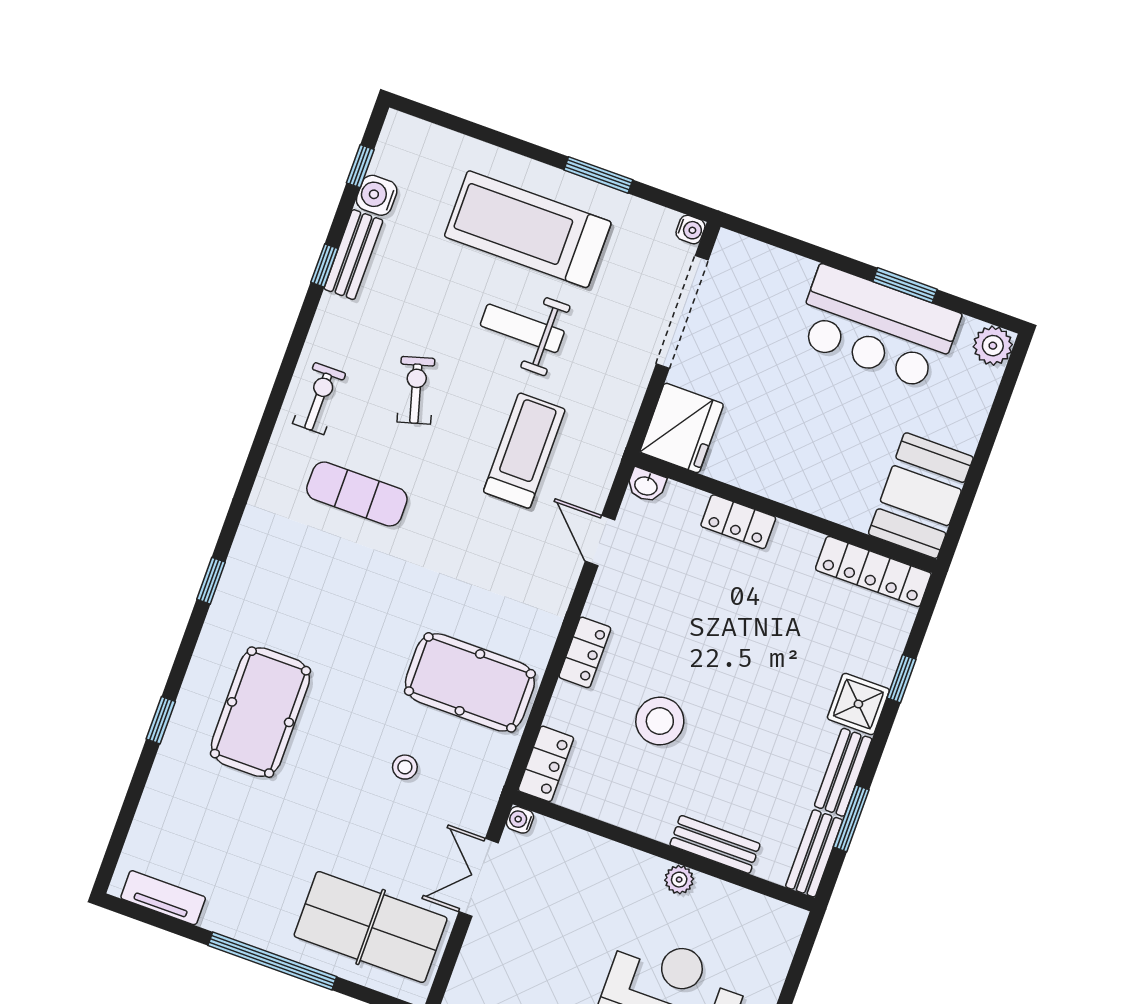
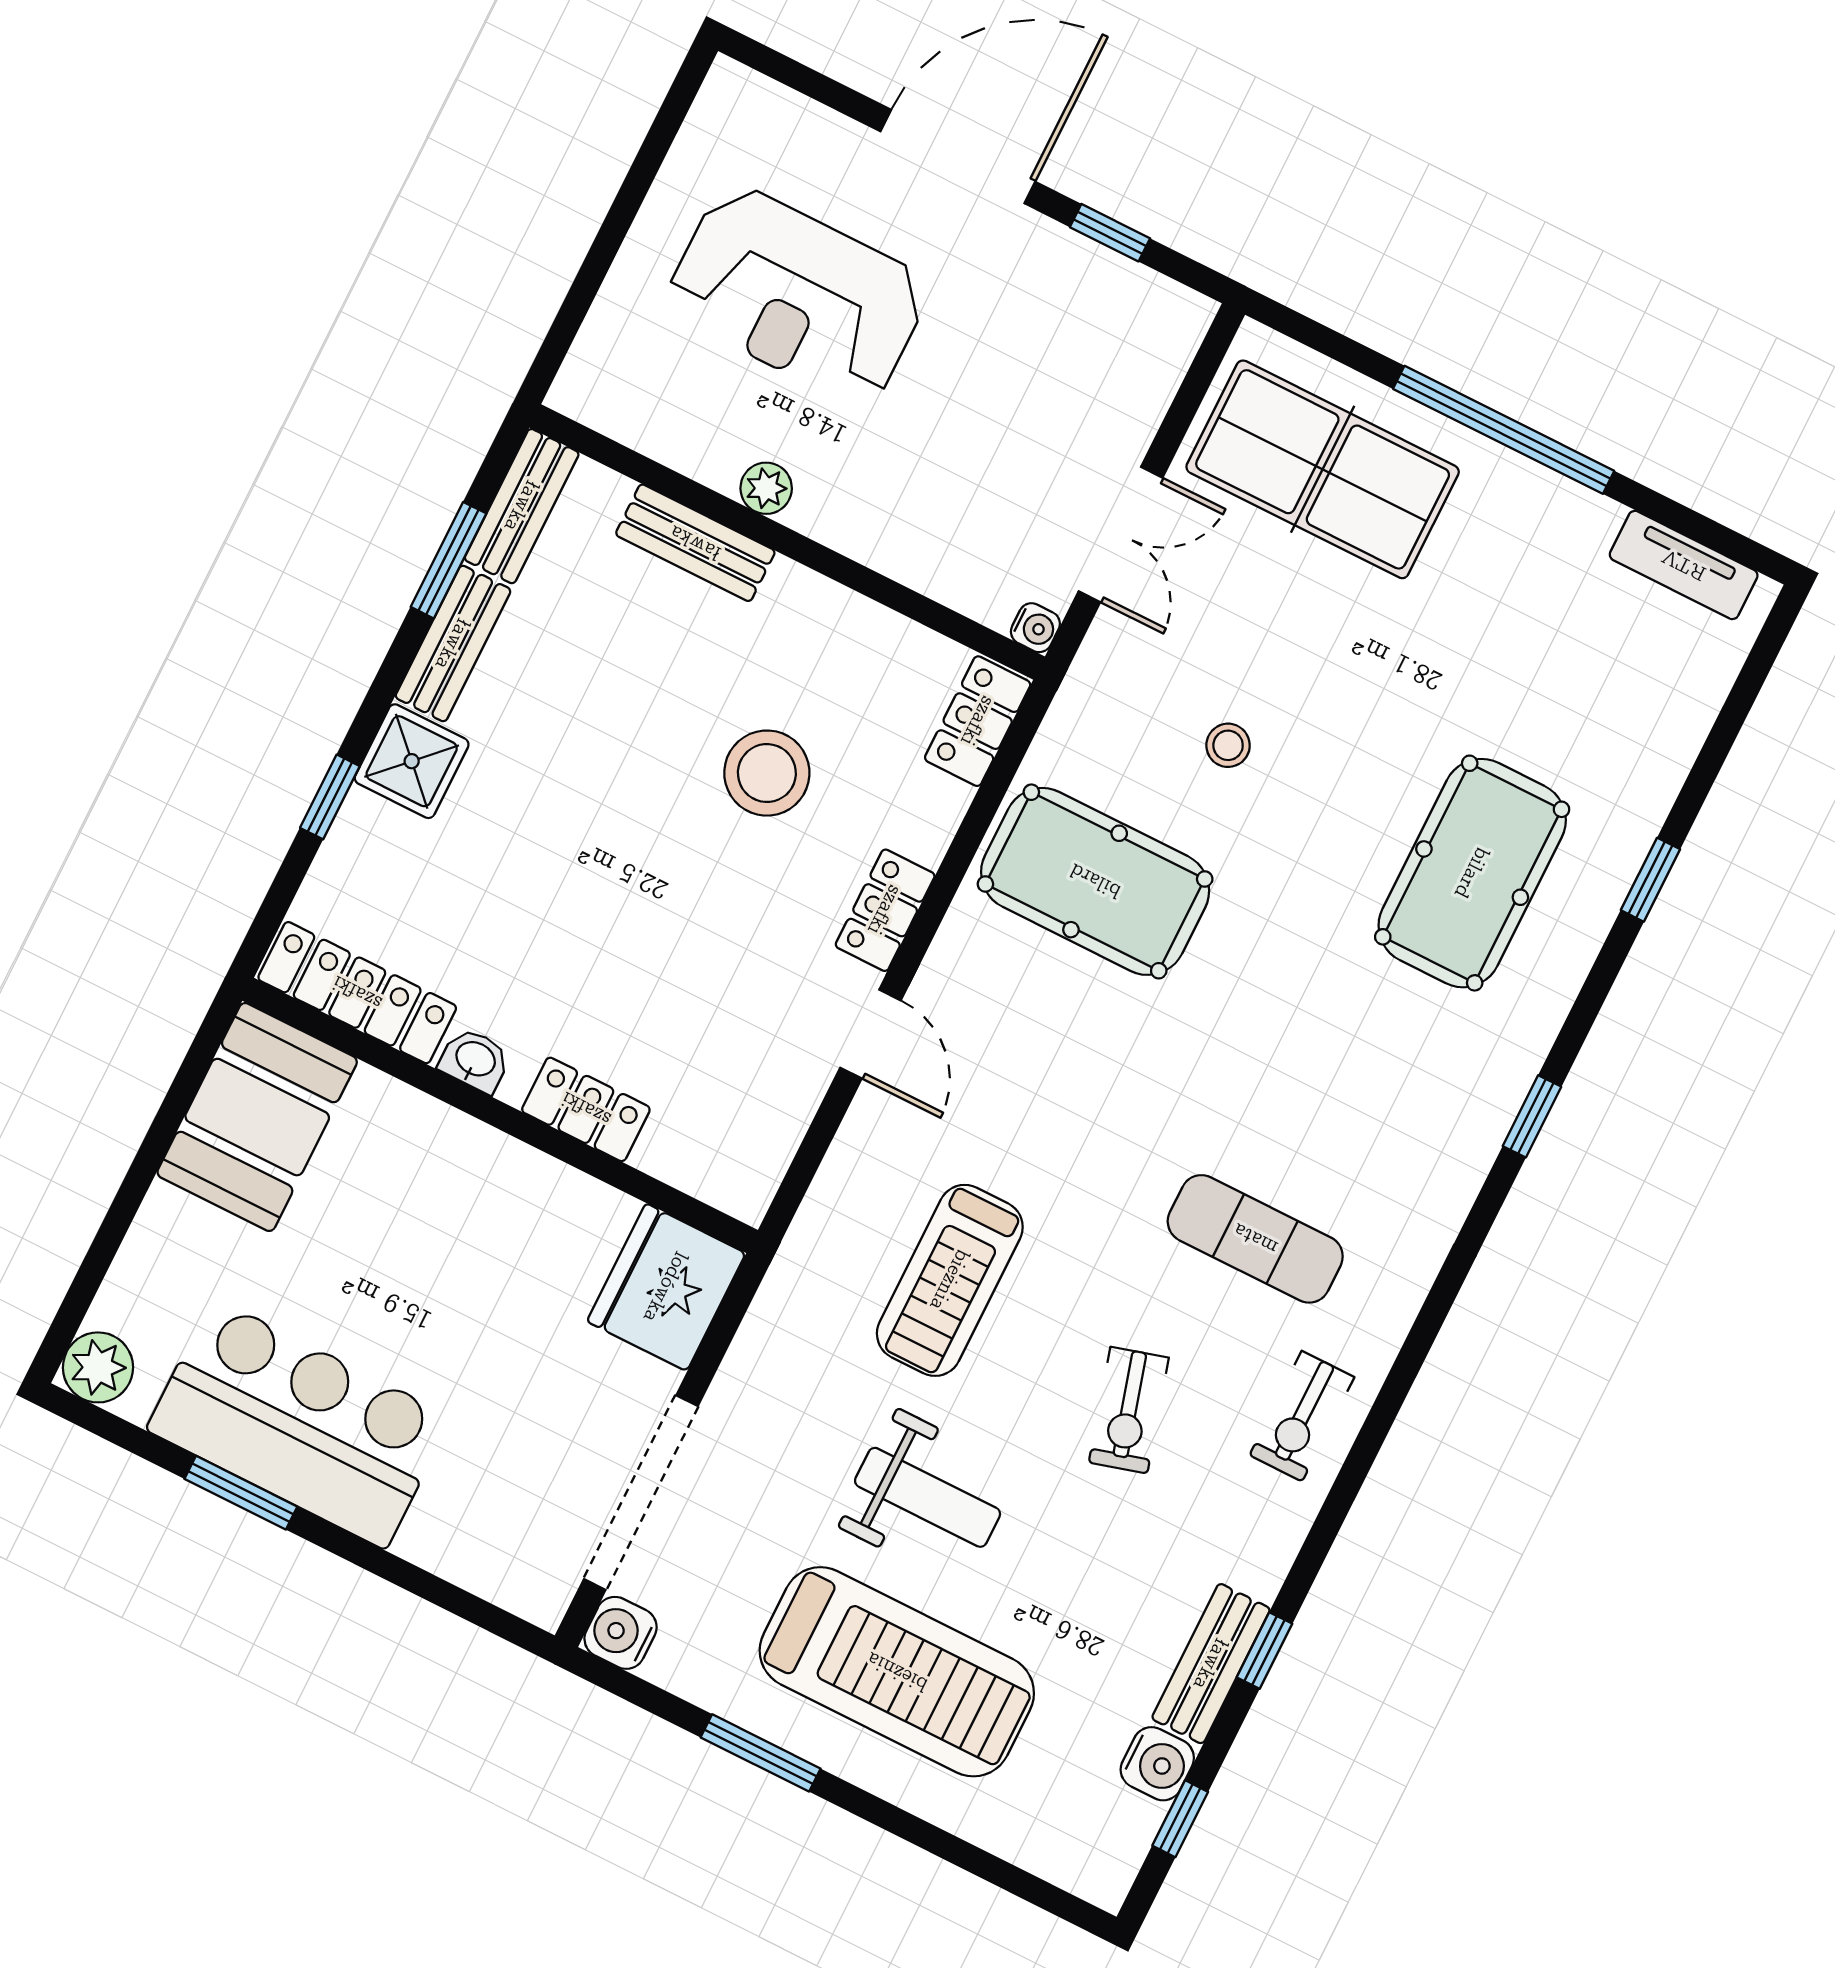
water cooler: (690, 230) -> (621, 1633), width x1.38, depth x1.38
washbasin: (646, 485) -> (475, 1060), moved
door: (600, 541) -> (870, 1034), moved

